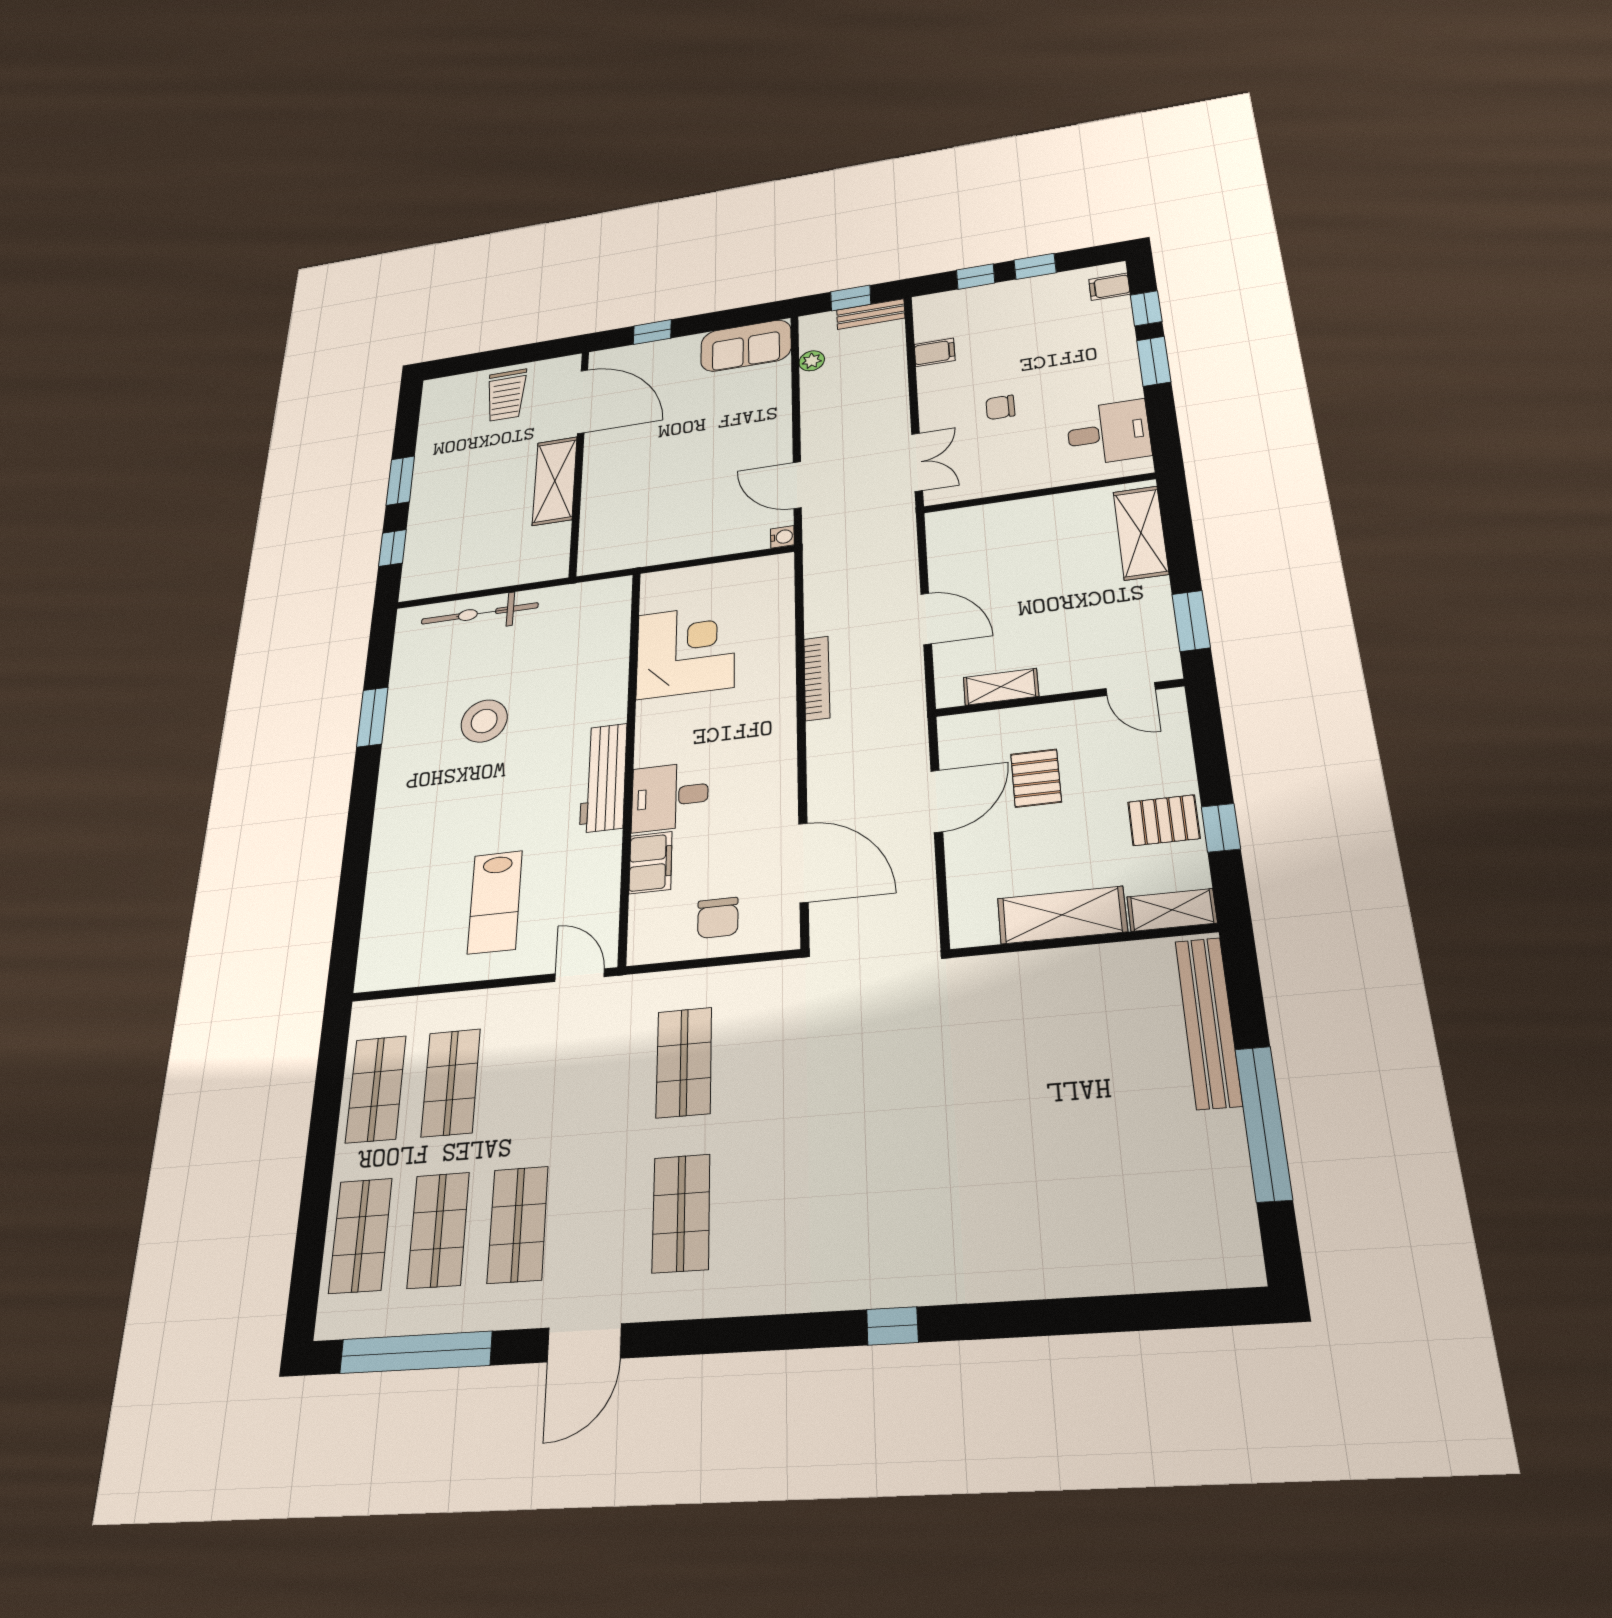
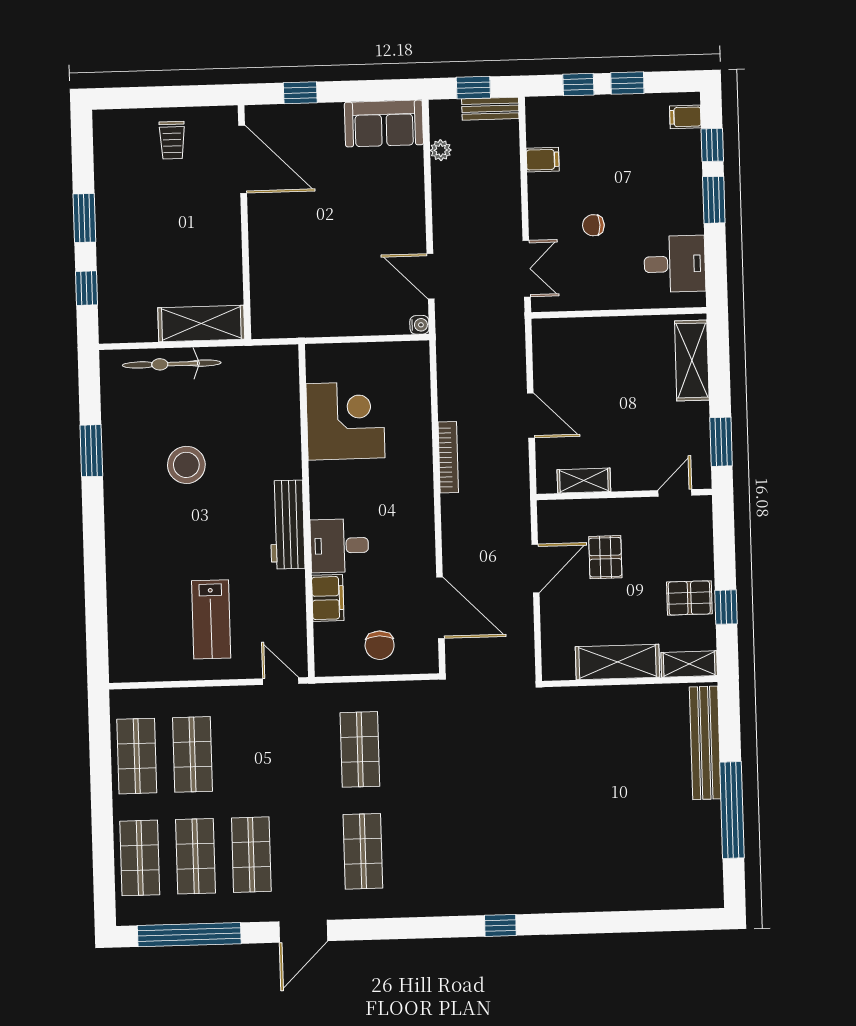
trolley: (506, 395) -> (172, 140), width x0.73, depth x0.72
shelving: (555, 481) -> (201, 324), moved, turned 90
door: (1131, 689) -> (675, 493), swing flipped

